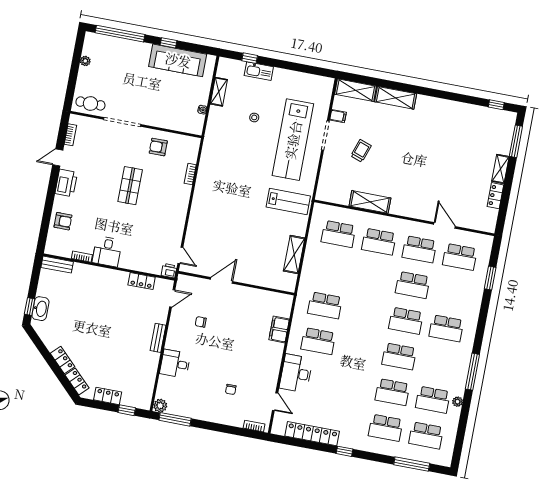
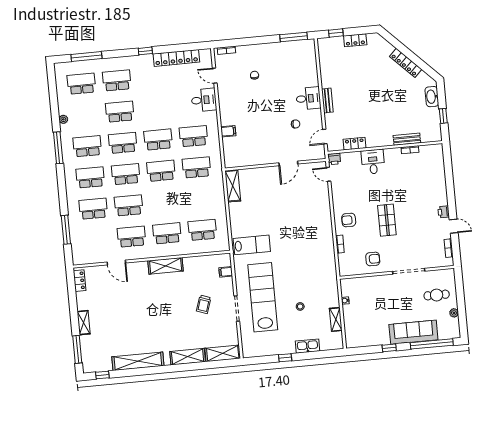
window: (250, 58) -> (285, 358), moved
sofa: (178, 60) -> (413, 332), moved
cafe table: (90, 103) -> (437, 295), moved
shelving: (452, 109) -> (138, 361), added
filing cabinet: (338, 116) -> (226, 272), moved
door: (58, 158) -> (454, 226), hinge flipped
printer: (66, 183) -> (444, 212), width x0.53, depth x0.68
locker: (495, 196) -> (80, 281), moved
lab bench: (288, 201) -> (252, 245), turned 180
shelving: (370, 202) -> (166, 266), moved
armchair: (63, 221) -> (349, 220), moved
desk: (107, 251) -> (373, 162), moved
shelving: (294, 254) -> (233, 186), moved
school desk: (460, 257) -> (93, 209), moved
bench: (57, 265) -> (407, 139), moved
window: (490, 278) -> (66, 230), width x1.44
window: (30, 307) -> (443, 116), moved
school desk: (365, 313) -> (161, 171), added
filing cabinet: (279, 329) -> (228, 131), width x0.50
school desk: (359, 349) -> (158, 140), added
locker: (63, 360) -> (406, 63), width x1.53
desk: (175, 364) -> (308, 98), moved
desk: (296, 373) -> (204, 100), width x0.73
locker: (77, 381) -> (384, 45), removed
school desk: (433, 400) -> (87, 146), moved
plant: (160, 406) -> (309, 45), removed

